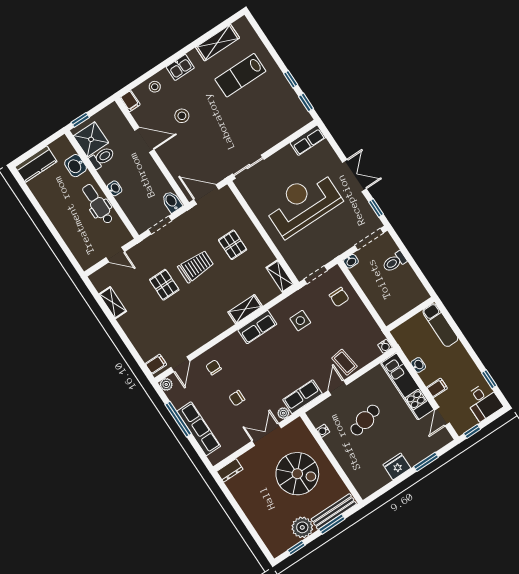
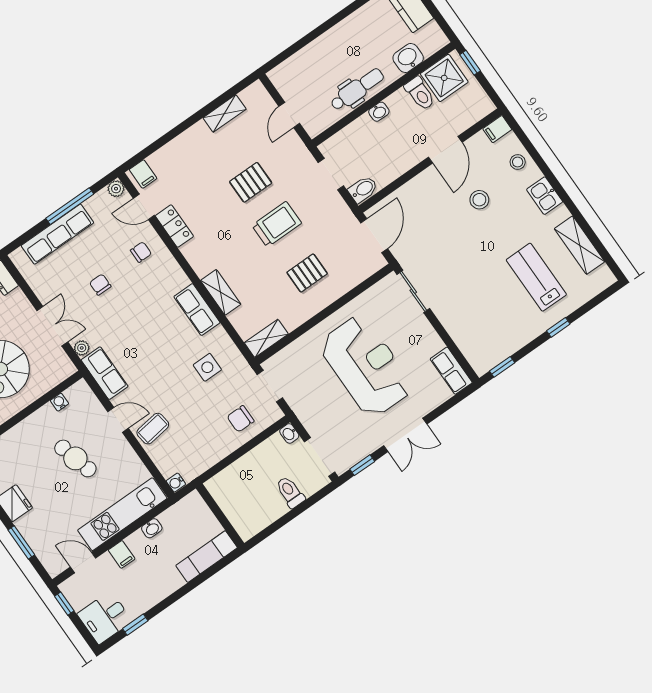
window: (291, 79) -> (558, 327), moved
trolley: (196, 266) -> (277, 224), turned -90
locker: (195, 342) -> (174, 226), added

